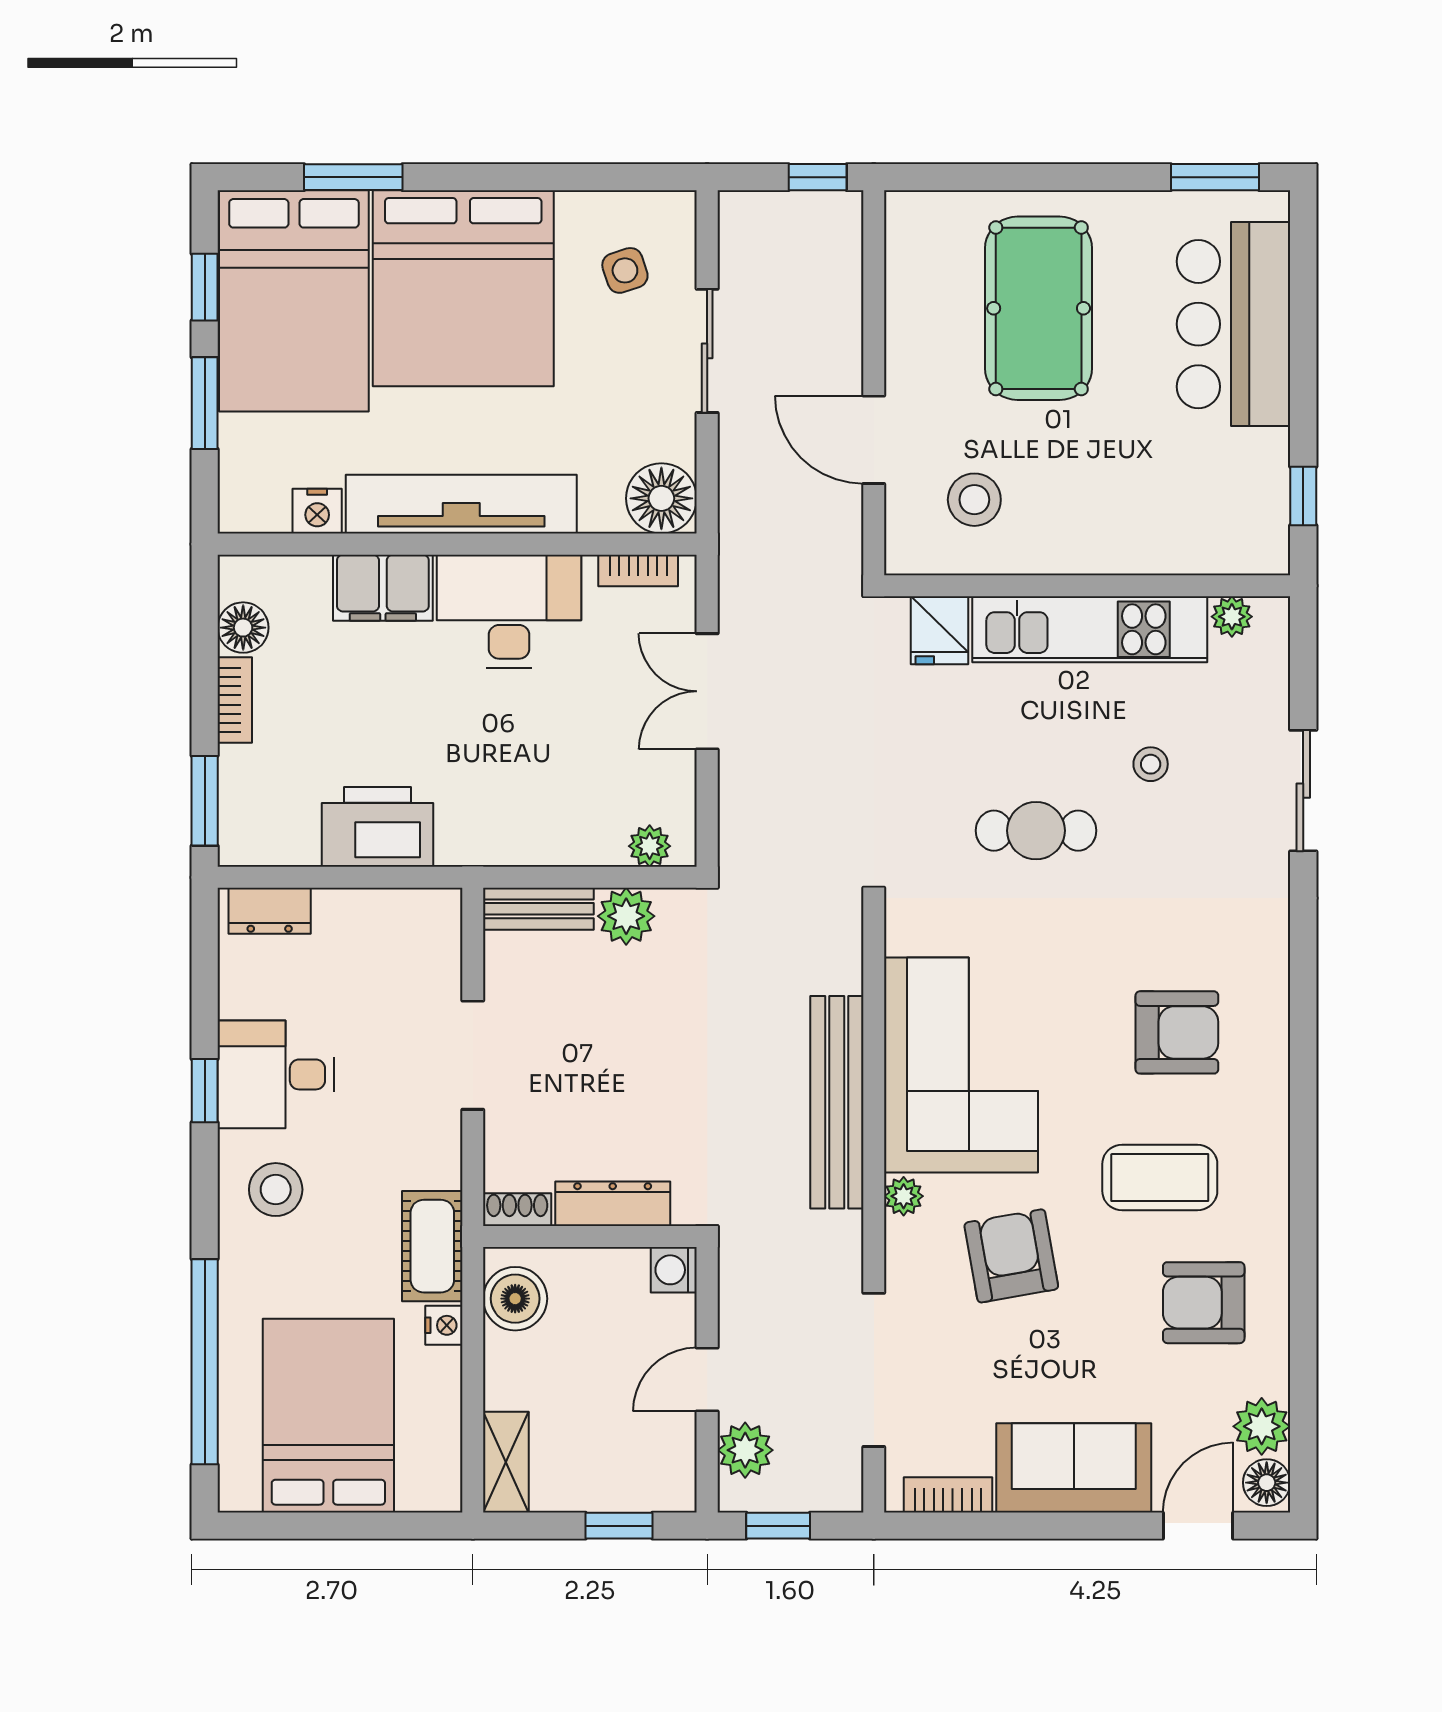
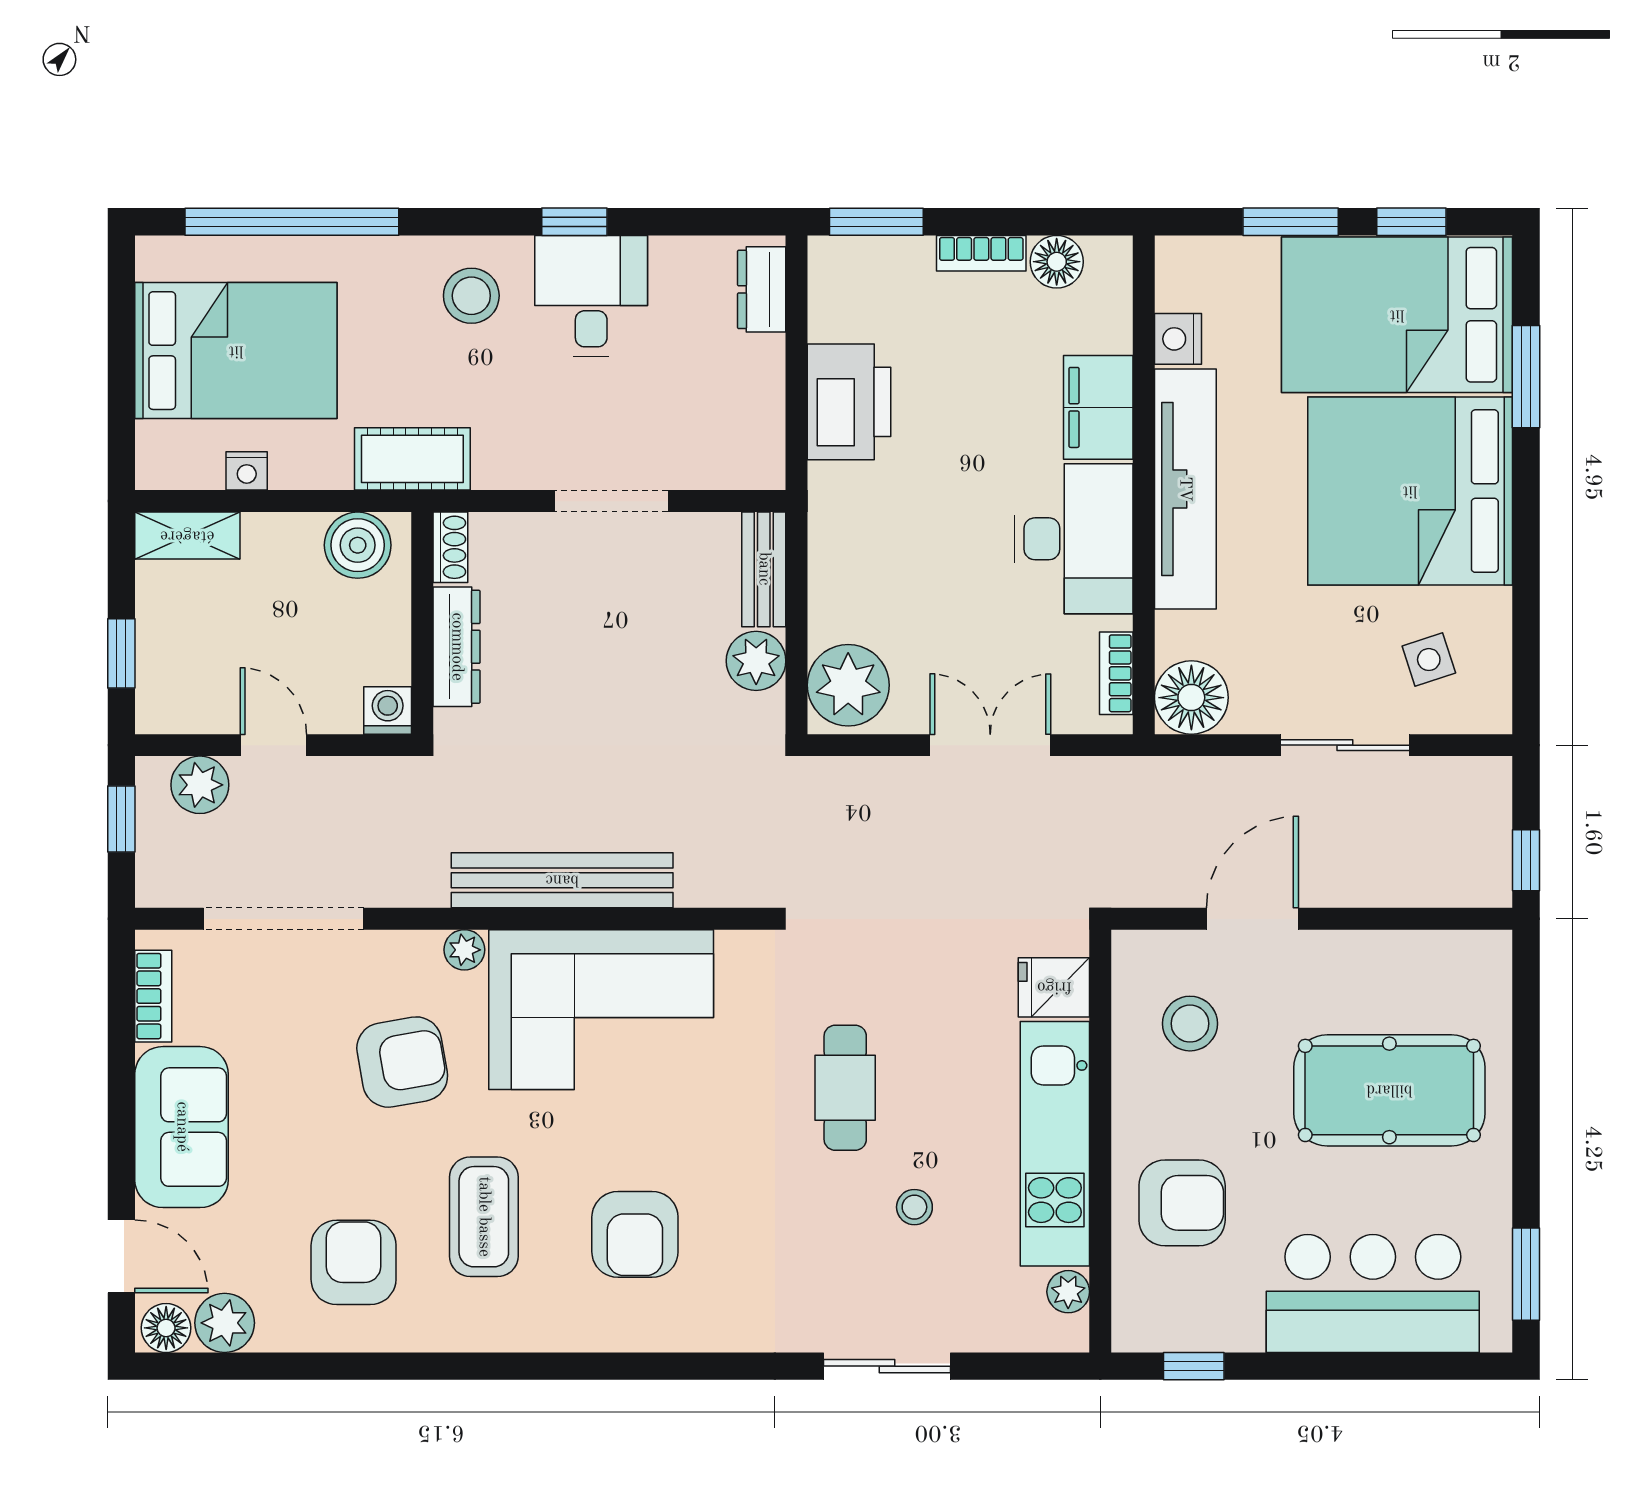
armchair: (1146, 507) -> (1182, 1203), added
plant: (650, 846) -> (848, 685), width x1.87, depth x1.87
nightstand: (444, 1325) -> (247, 471), moved

